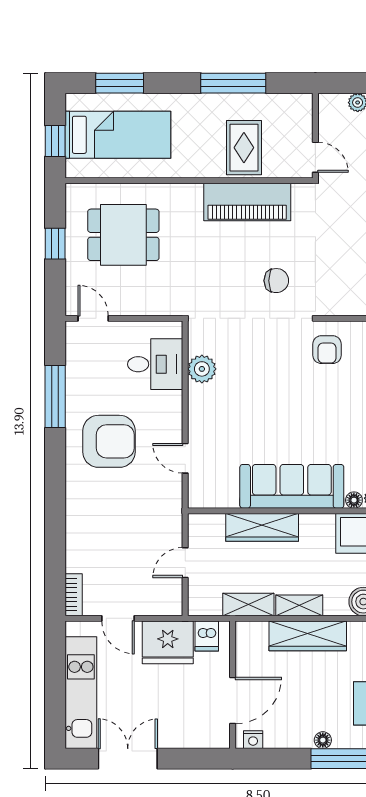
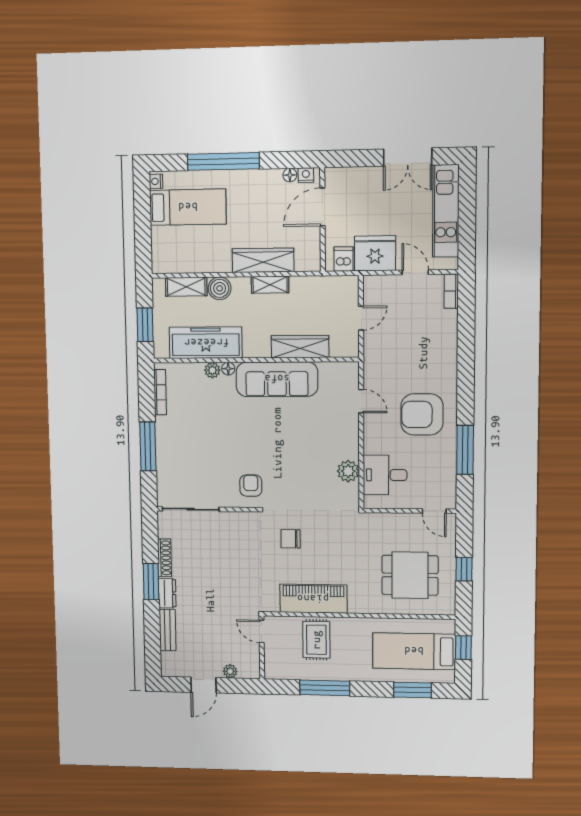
shelving: (248, 605) -> (310, 285), removed
floor lamp: (323, 740) -> (290, 175), moved

